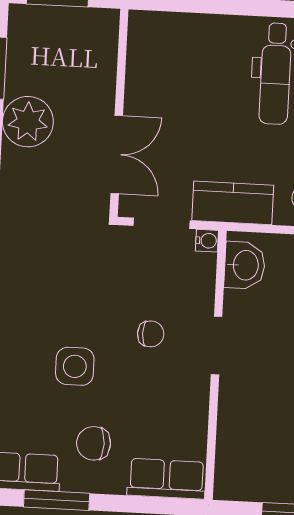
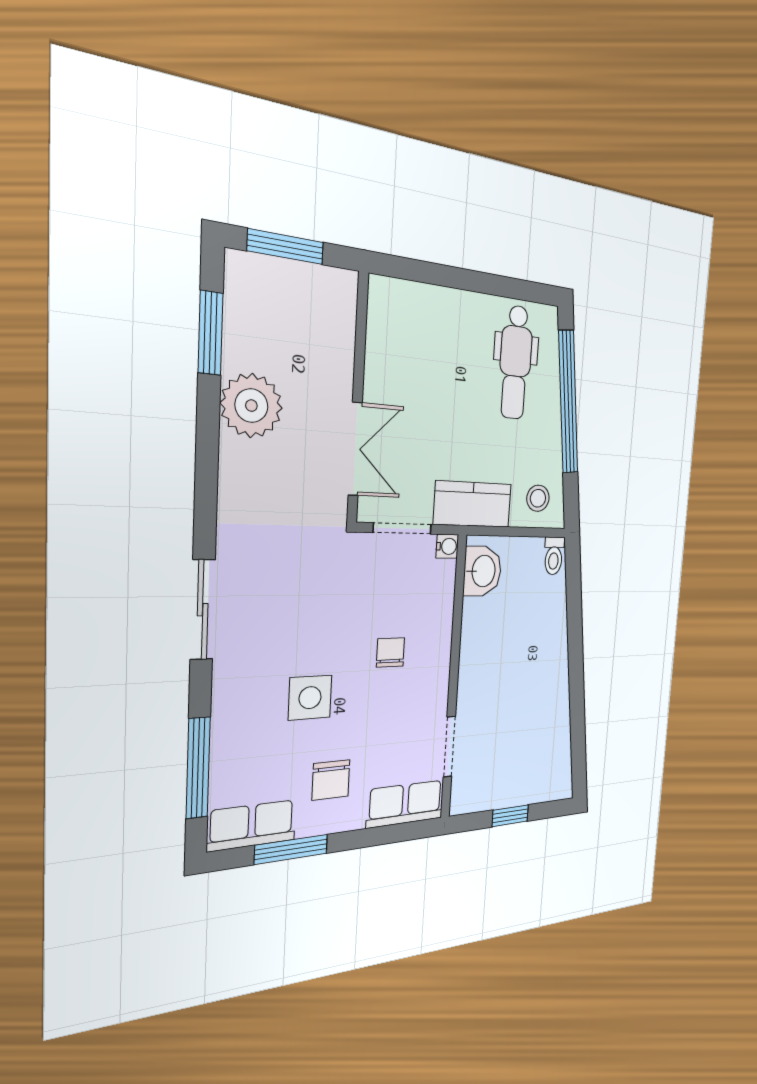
chair: (151, 334) -> (390, 652), turned -90
doorway: (217, 345) -> (449, 747), moved
chair: (94, 443) -> (331, 780), turned -90

